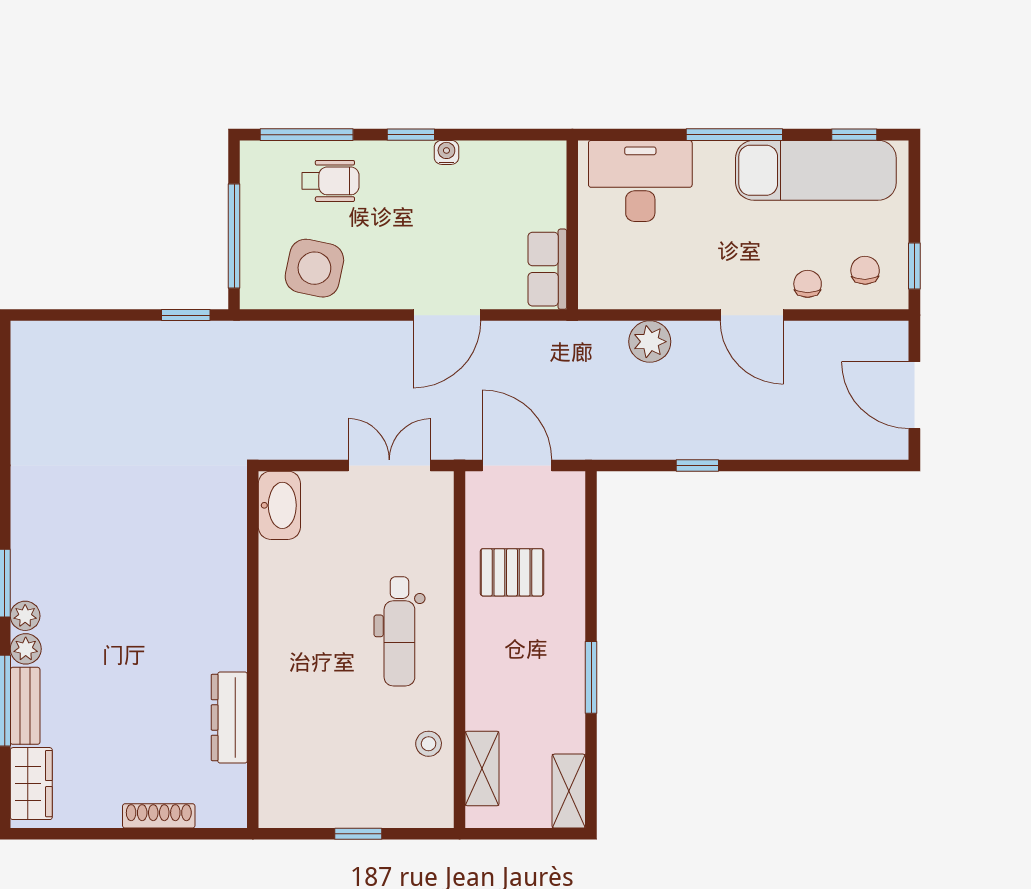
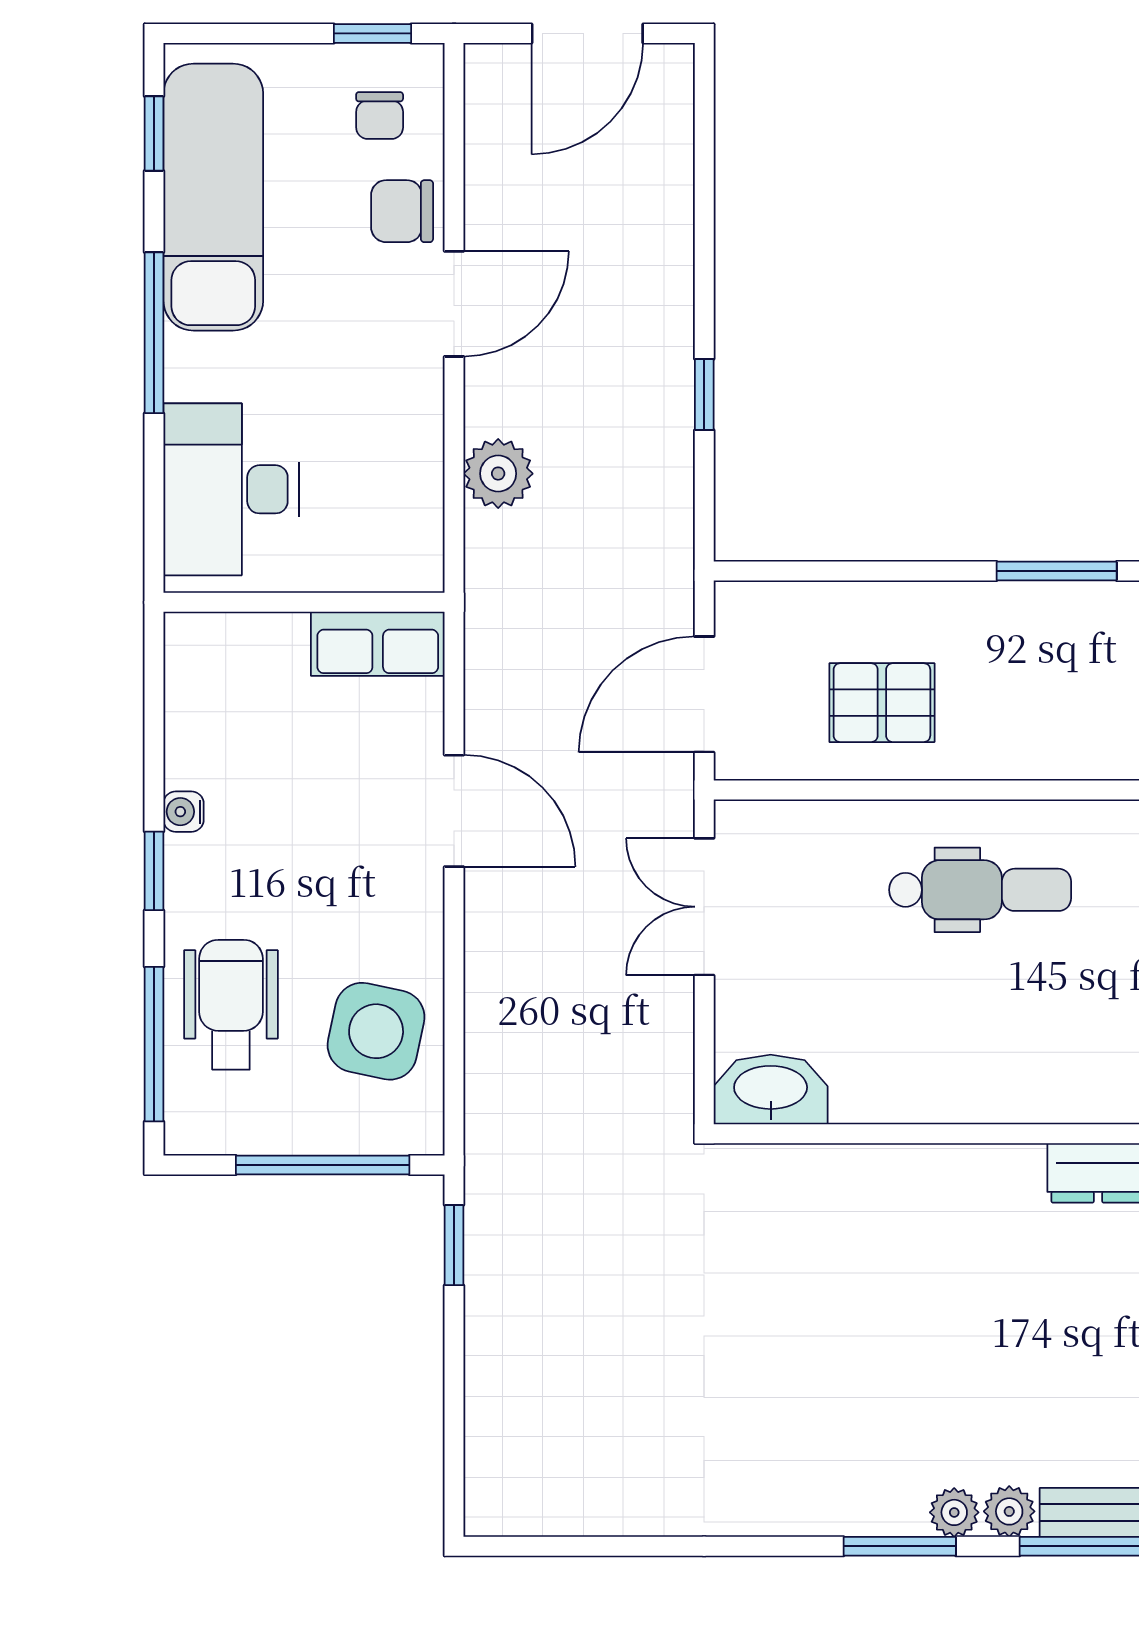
wheelchair: (330, 181) -> (231, 1005), width x1.36, depth x1.37
chair: (865, 270) -> (380, 115), turned -89
chair: (808, 284) -> (402, 211), width x1.37, depth x1.37
pallet: (512, 572) -> (882, 703), turned 90

